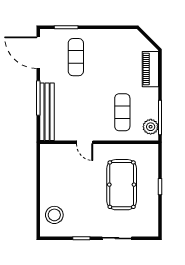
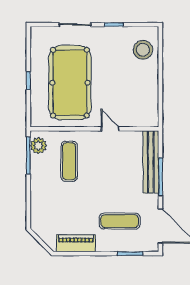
exercise mat: (76, 57) -> (120, 221), turned 90
piano: (150, 69) -> (76, 243), moved, turned -90
pool table: (122, 185) -> (70, 83), width x1.36, depth x1.32

